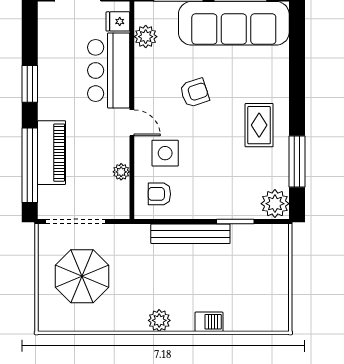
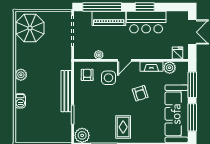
bar counter: (109, 70) -> (146, 22), moved, turned 180
fireplace: (143, 71) -> (151, 67), added
rug: (259, 125) -> (123, 127), turned 90
parasol: (82, 276) -> (30, 28), moved

